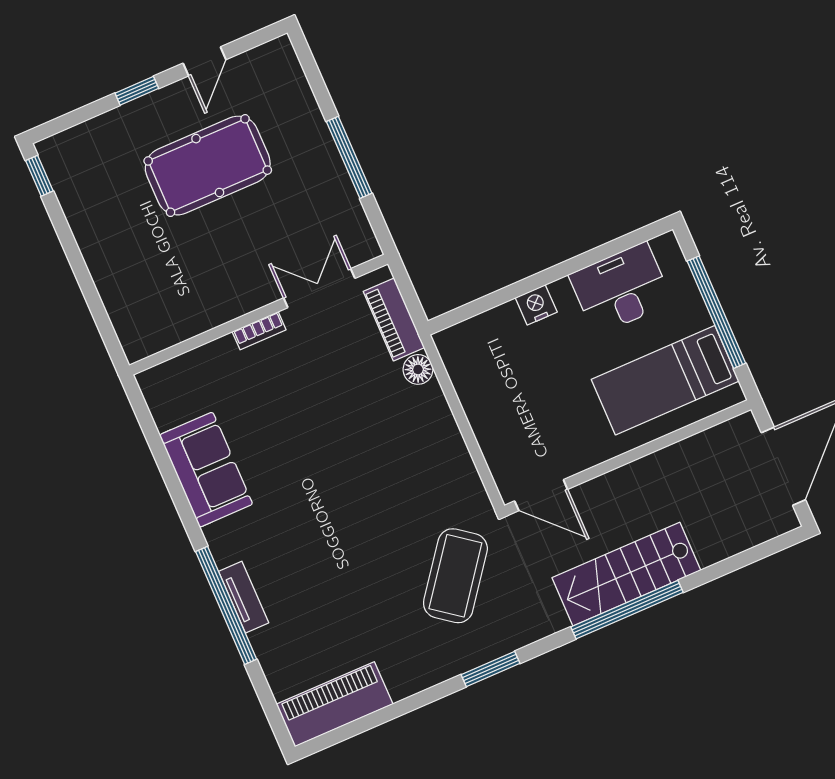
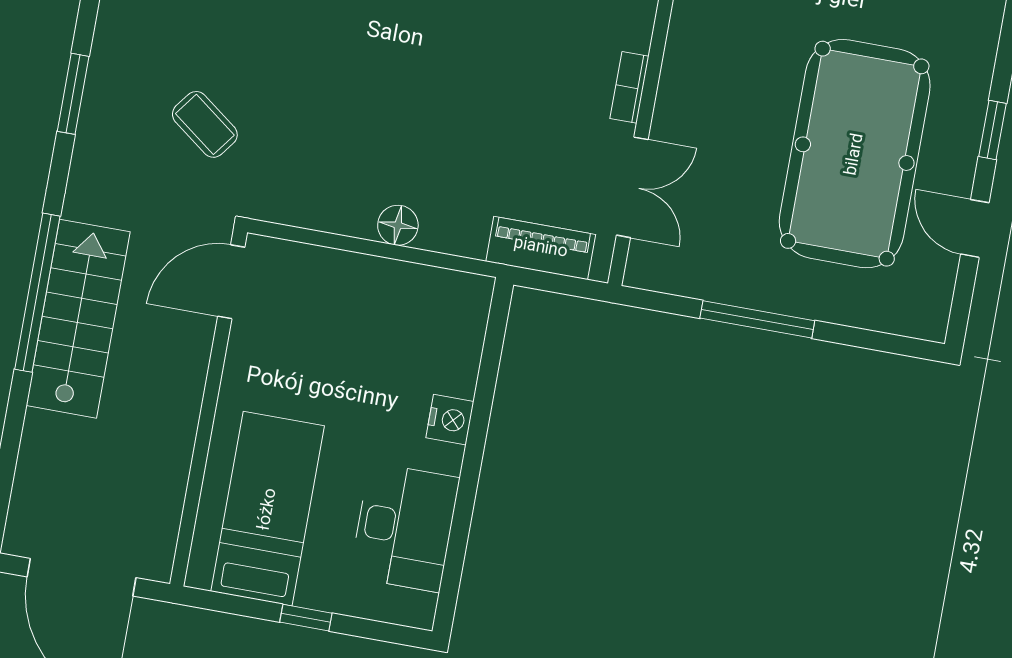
pool table: (208, 166) -> (855, 154), width x1.36, depth x1.32
window: (716, 312) -> (306, 618), width x0.32
floor lamp: (418, 369) -> (398, 225), moved
coffee table: (455, 576) -> (205, 124), width x0.54, depth x0.58

